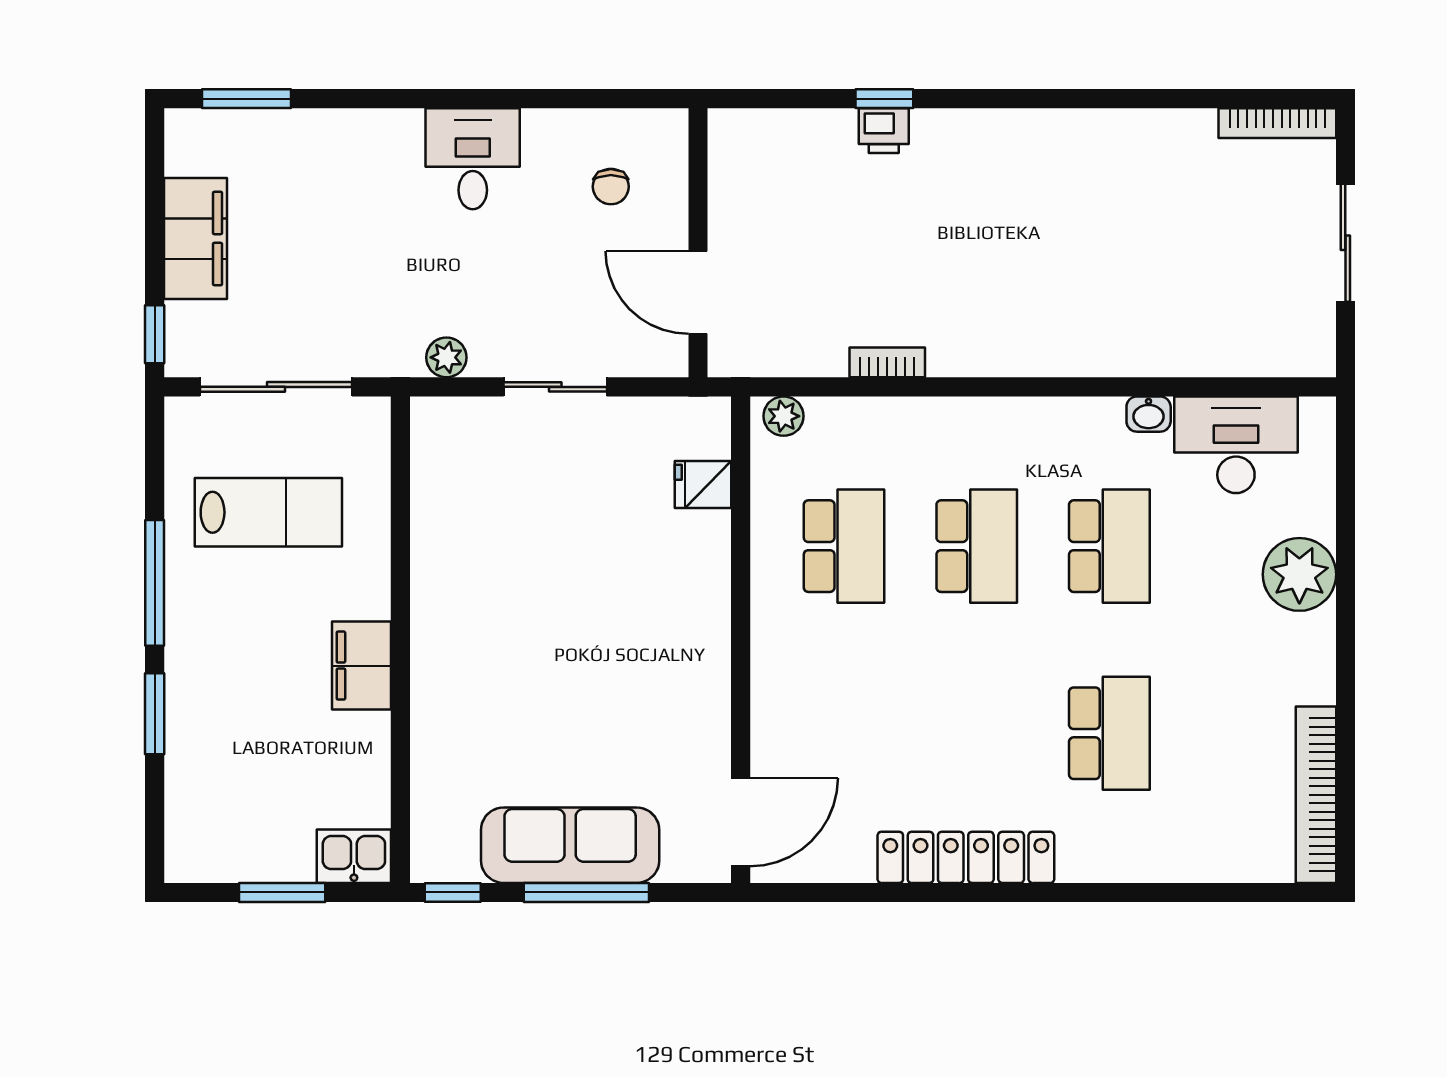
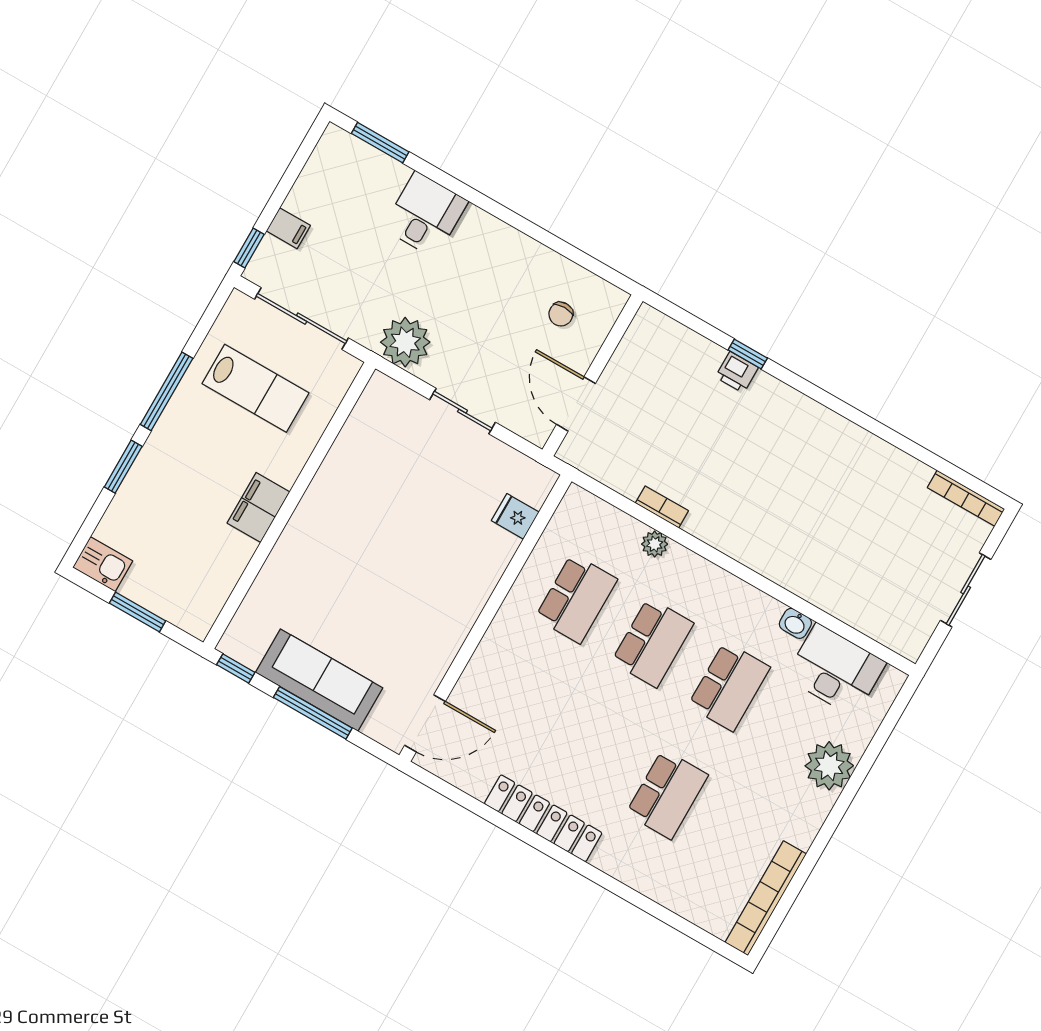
desk: (473, 159) -> (425, 215), moved
filing cabinet: (196, 239) -> (288, 228), width x0.33, depth x0.86
plant: (446, 357) -> (405, 342), width x1.88, depth x1.88
plant: (784, 416) -> (655, 544), moved
kitchen sink: (354, 856) -> (103, 564), moved

